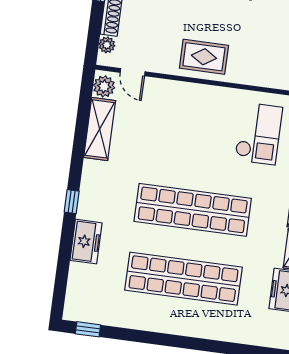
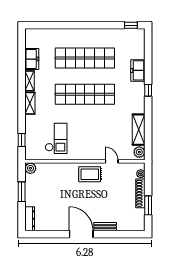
door: (133, 72) -> (112, 161), moved
checkout: (259, 134) -> (56, 138), turned 180

